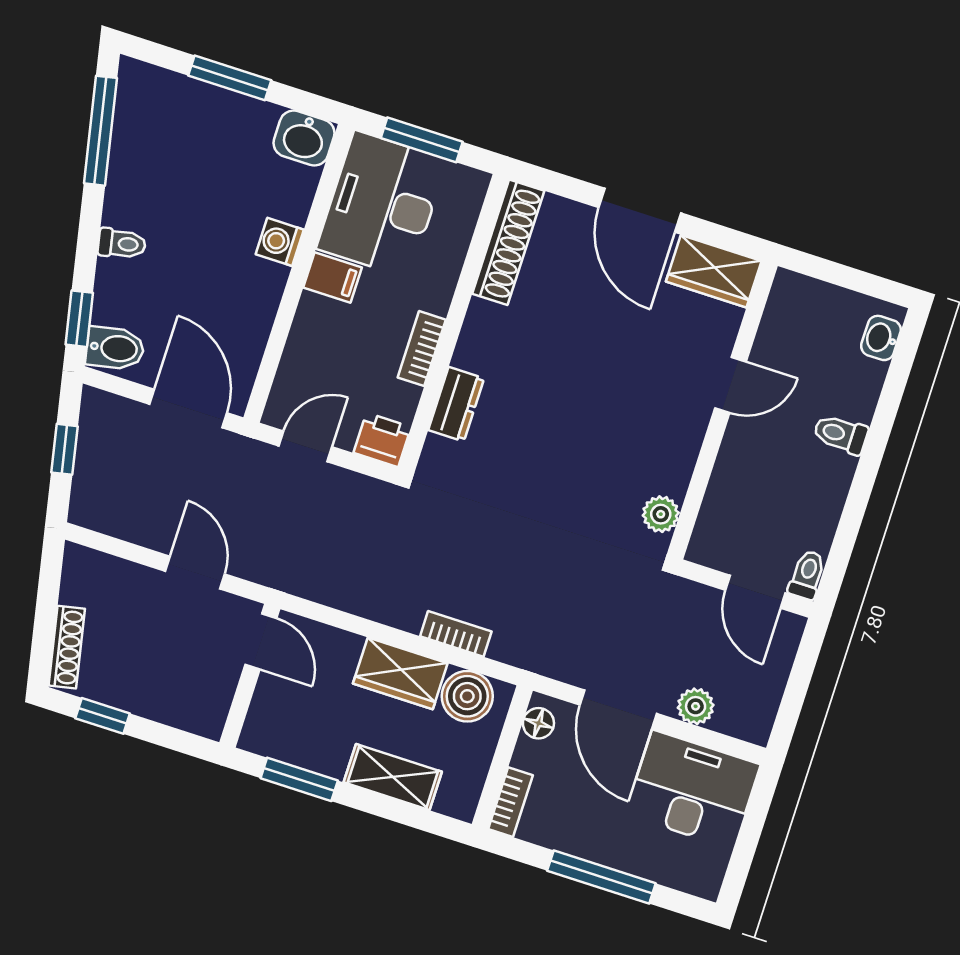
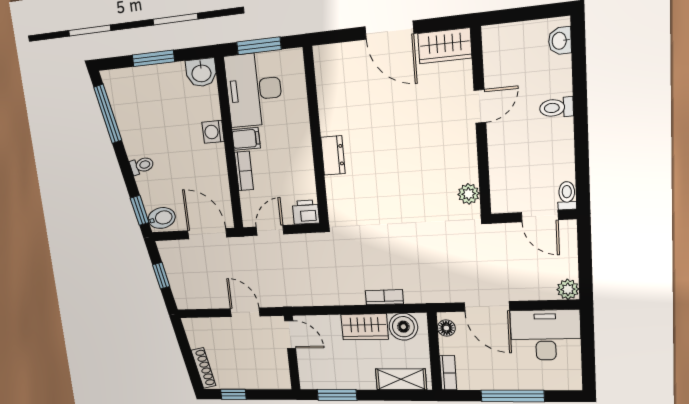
shoe rack: (508, 242) -> (326, 80), removed
bookcase: (422, 349) -> (244, 171), moved, turned 180
dresser: (456, 404) -> (333, 155), moved
plant: (696, 706) -> (568, 289), moved
shelving: (393, 777) -> (401, 379), moved

